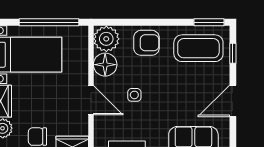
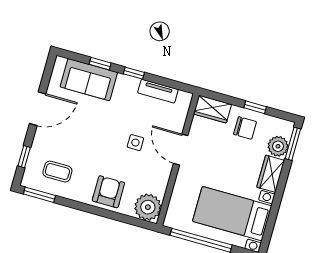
armchair: (146, 43) -> (108, 192), turned 90
coffee table: (198, 48) -> (57, 172), width x0.54, depth x0.58
floor lamp: (105, 65) -> (156, 181), removed

